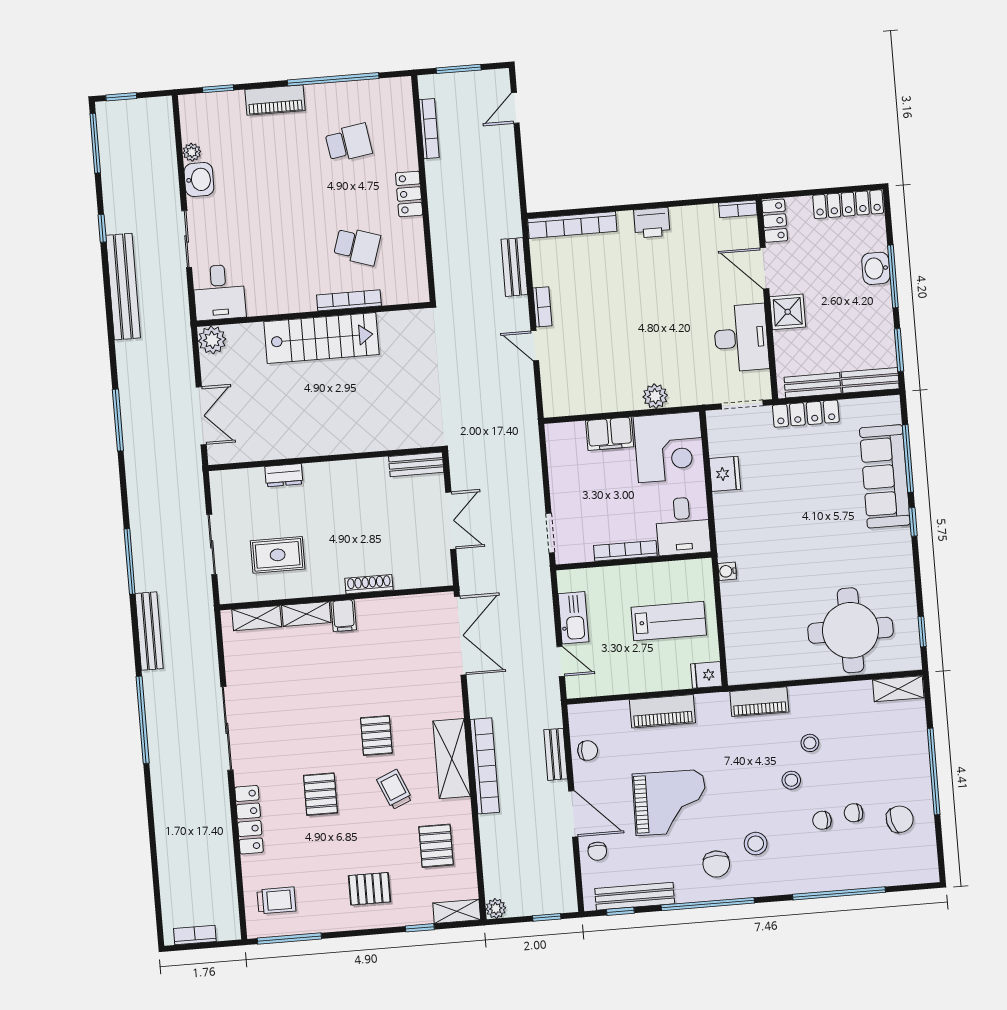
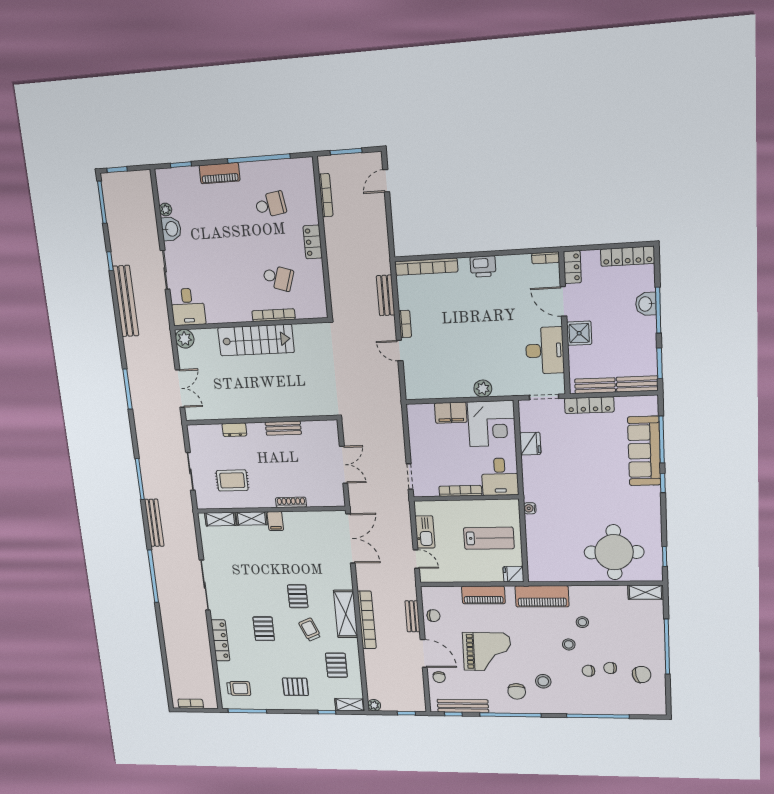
bench: (416, 464) -> (283, 428), moved
piano: (759, 702) -> (542, 596), width x1.37, depth x1.33

